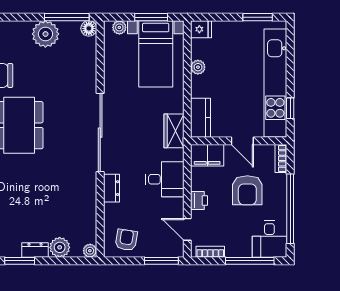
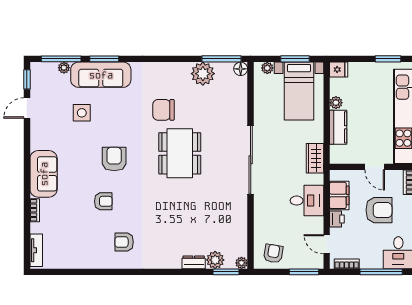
kitchen counter: (201, 118) -> (338, 127), moved
filing cabinet: (207, 155) -> (339, 195), moved, turned -90
dresser: (111, 188) -> (260, 208), removed
armchair: (247, 190) -> (379, 210), turned -90
window: (20, 261) -> (226, 272), moved

